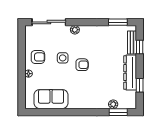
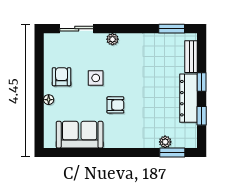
sliding door: (49, 22) -> (77, 29), width x0.73
window: (140, 47) -> (202, 82), moved
armchair: (38, 57) -> (62, 77), turned -90
armchair: (82, 65) -> (115, 105), moved

